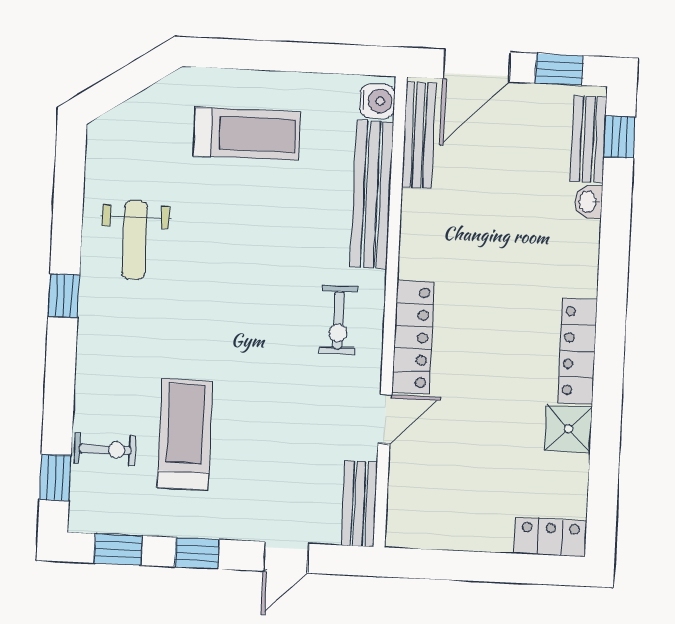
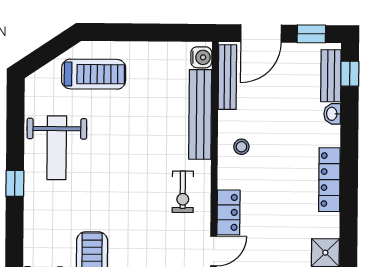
treadmill: (247, 134) -> (94, 74), moved
weight bench: (135, 240) -> (57, 148), width x1.36, depth x1.33
stool: (437, 250) -> (241, 147), added
locker: (413, 337) -> (229, 212), width x0.66
locker: (578, 351) -> (329, 180), moved

